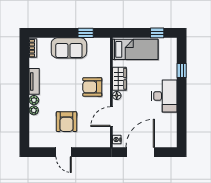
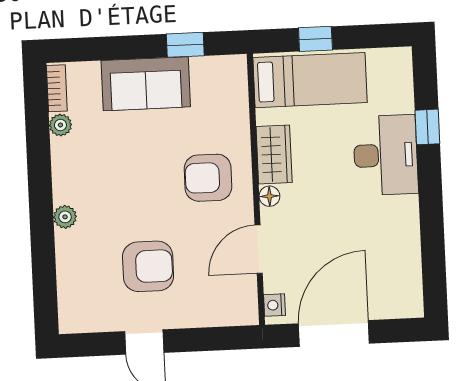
window: (157, 33) -> (315, 39), moved
tv unit: (34, 81) -> (64, 171), removed
desk: (164, 96) -> (386, 155), moved
plant: (34, 110) -> (60, 125), moved
armchair: (66, 122) -> (148, 266), turned -90

